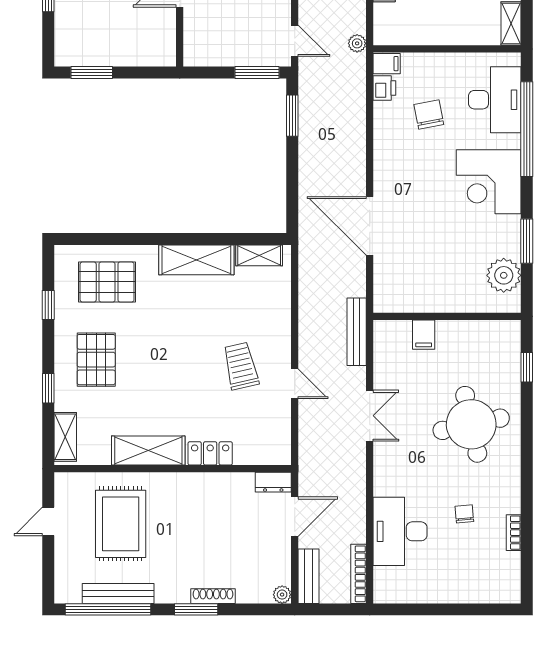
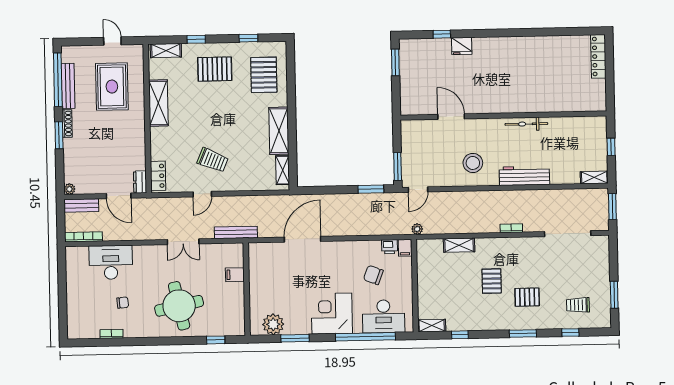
chair: (429, 115) -> (373, 275), turned -148
trolley: (241, 366) -> (213, 160), turned 36
locker: (210, 453) -> (158, 176), moved
rug: (121, 524) -> (112, 87), turned 90
shoe rack: (213, 596) -> (67, 124), moved

